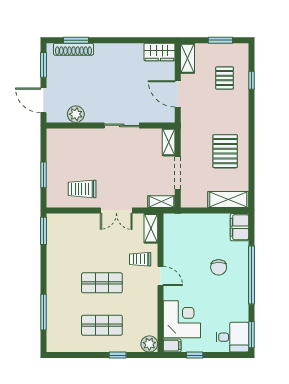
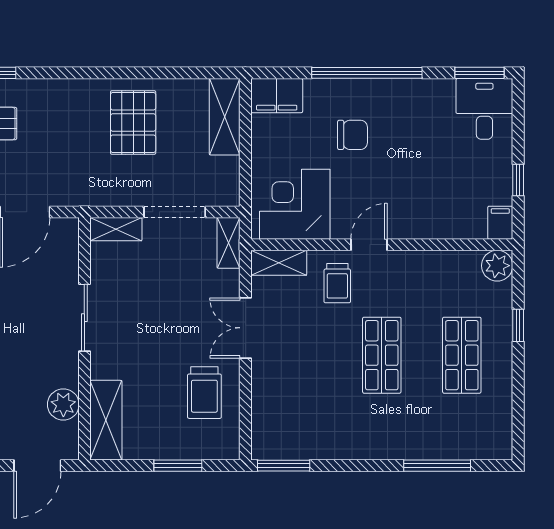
shelving: (67, 137) -> (106, 420), added
pallet: (225, 151) -> (133, 123), turned 90
double door: (116, 211) -> (245, 328), swing flipped
corner desk: (182, 319) -> (295, 204), moved

